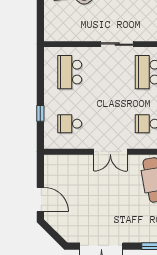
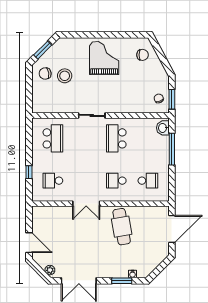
school desk: (70, 72) -> (53, 138), turned 180
plant: (66, 233) -> (50, 270), added

